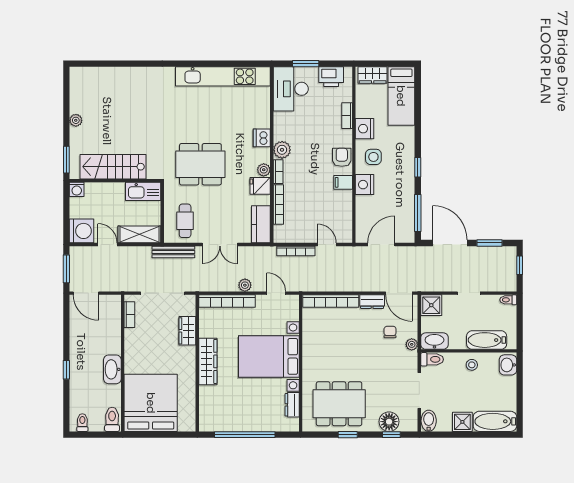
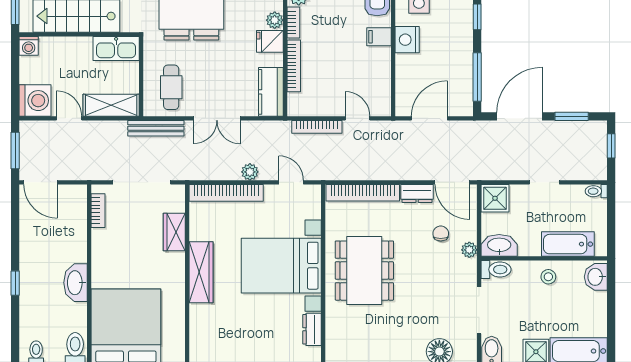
door: (450, 243) -> (519, 116), hinge flipped
dining table: (339, 404) -> (364, 271), moved, turned 90

